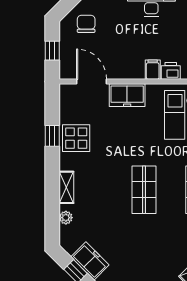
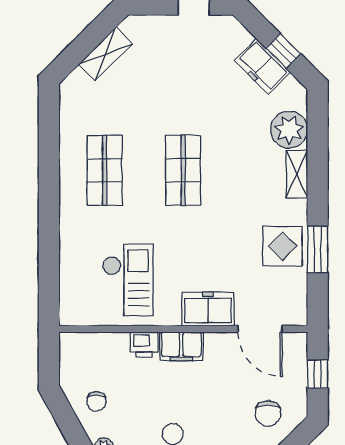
filing cabinet: (153, 70) -> (181, 346), width x2.00
window: (52, 136) -> (318, 249), width x1.50
plant: (66, 218) -> (289, 130), width x1.87, depth x1.87

